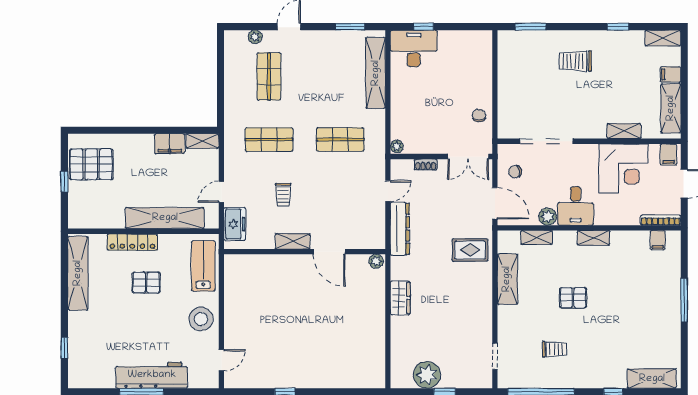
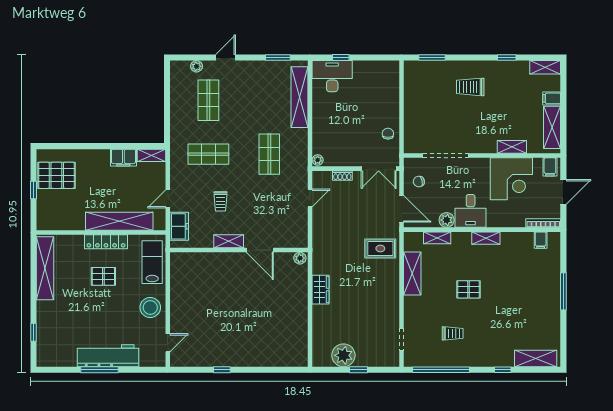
shop shelf: (340, 140) -> (269, 154), turned 90
dresser: (400, 229) -> (320, 230), removed
locker: (132, 242) -> (106, 242), moved

